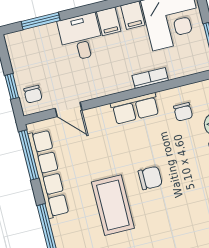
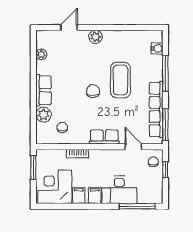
window: (41, 21) -> (137, 206), width x1.44
desk: (81, 37) -> (119, 190), width x1.37
row of seats: (135, 108) -> (104, 137), moved
chair: (150, 178) -> (93, 91), turned 90

